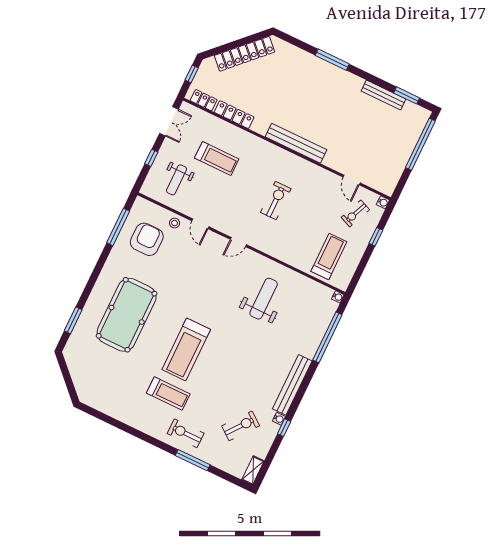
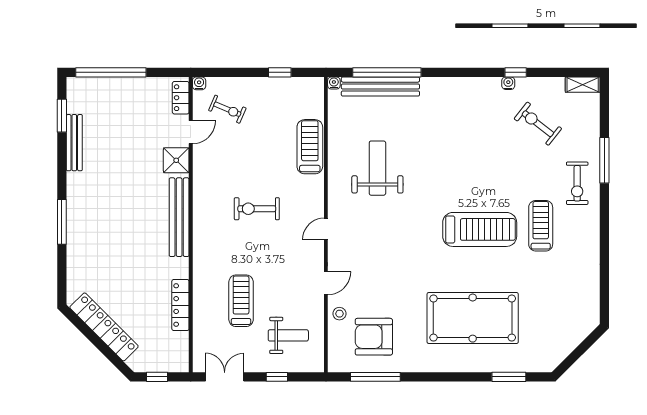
locker: (204, 100) -> (181, 98), moved
shower: (337, 160) -> (176, 160), added
window: (376, 237) -> (280, 72), moved
door: (238, 242) -> (326, 229), swing flipped
treadmill: (329, 256) -> (310, 147), moved, turned 90
weight bench: (264, 299) -> (377, 168), turned 90
bench: (292, 385) -> (380, 87), moved

